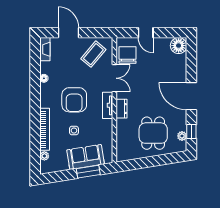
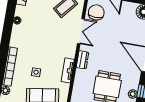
armchair: (74, 100) -> (41, 45), removed
tv unit: (108, 105) -> (68, 70), moved

